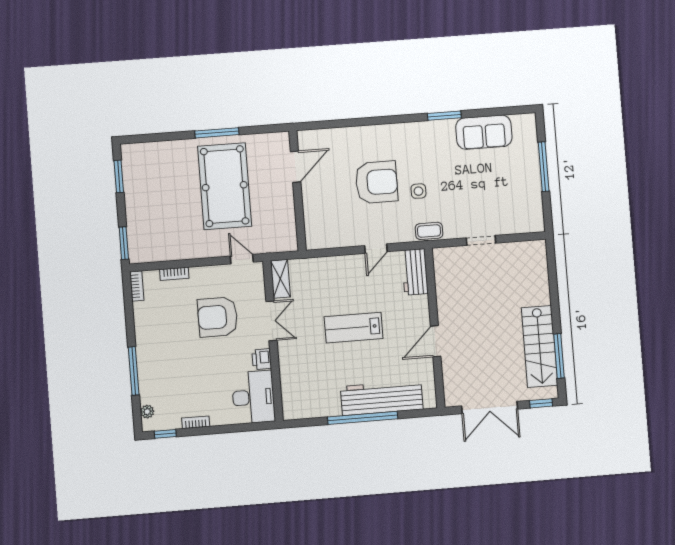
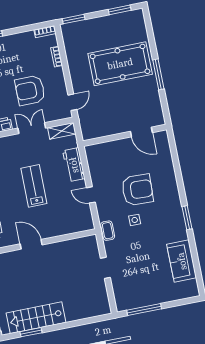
window: (444, 116) -> (187, 218), moved
window: (544, 167) -> (144, 310), moved
armchair: (376, 182) -> (137, 190), turned -88
pool table: (225, 186) -> (120, 64), moved
workbench: (415, 272) -> (74, 165), moved, turned -90
armchair: (218, 317) -> (30, 90), turned -90
double door: (271, 321) -> (32, 128), swing flipped
window: (559, 356) -> (31, 332), width x0.69

